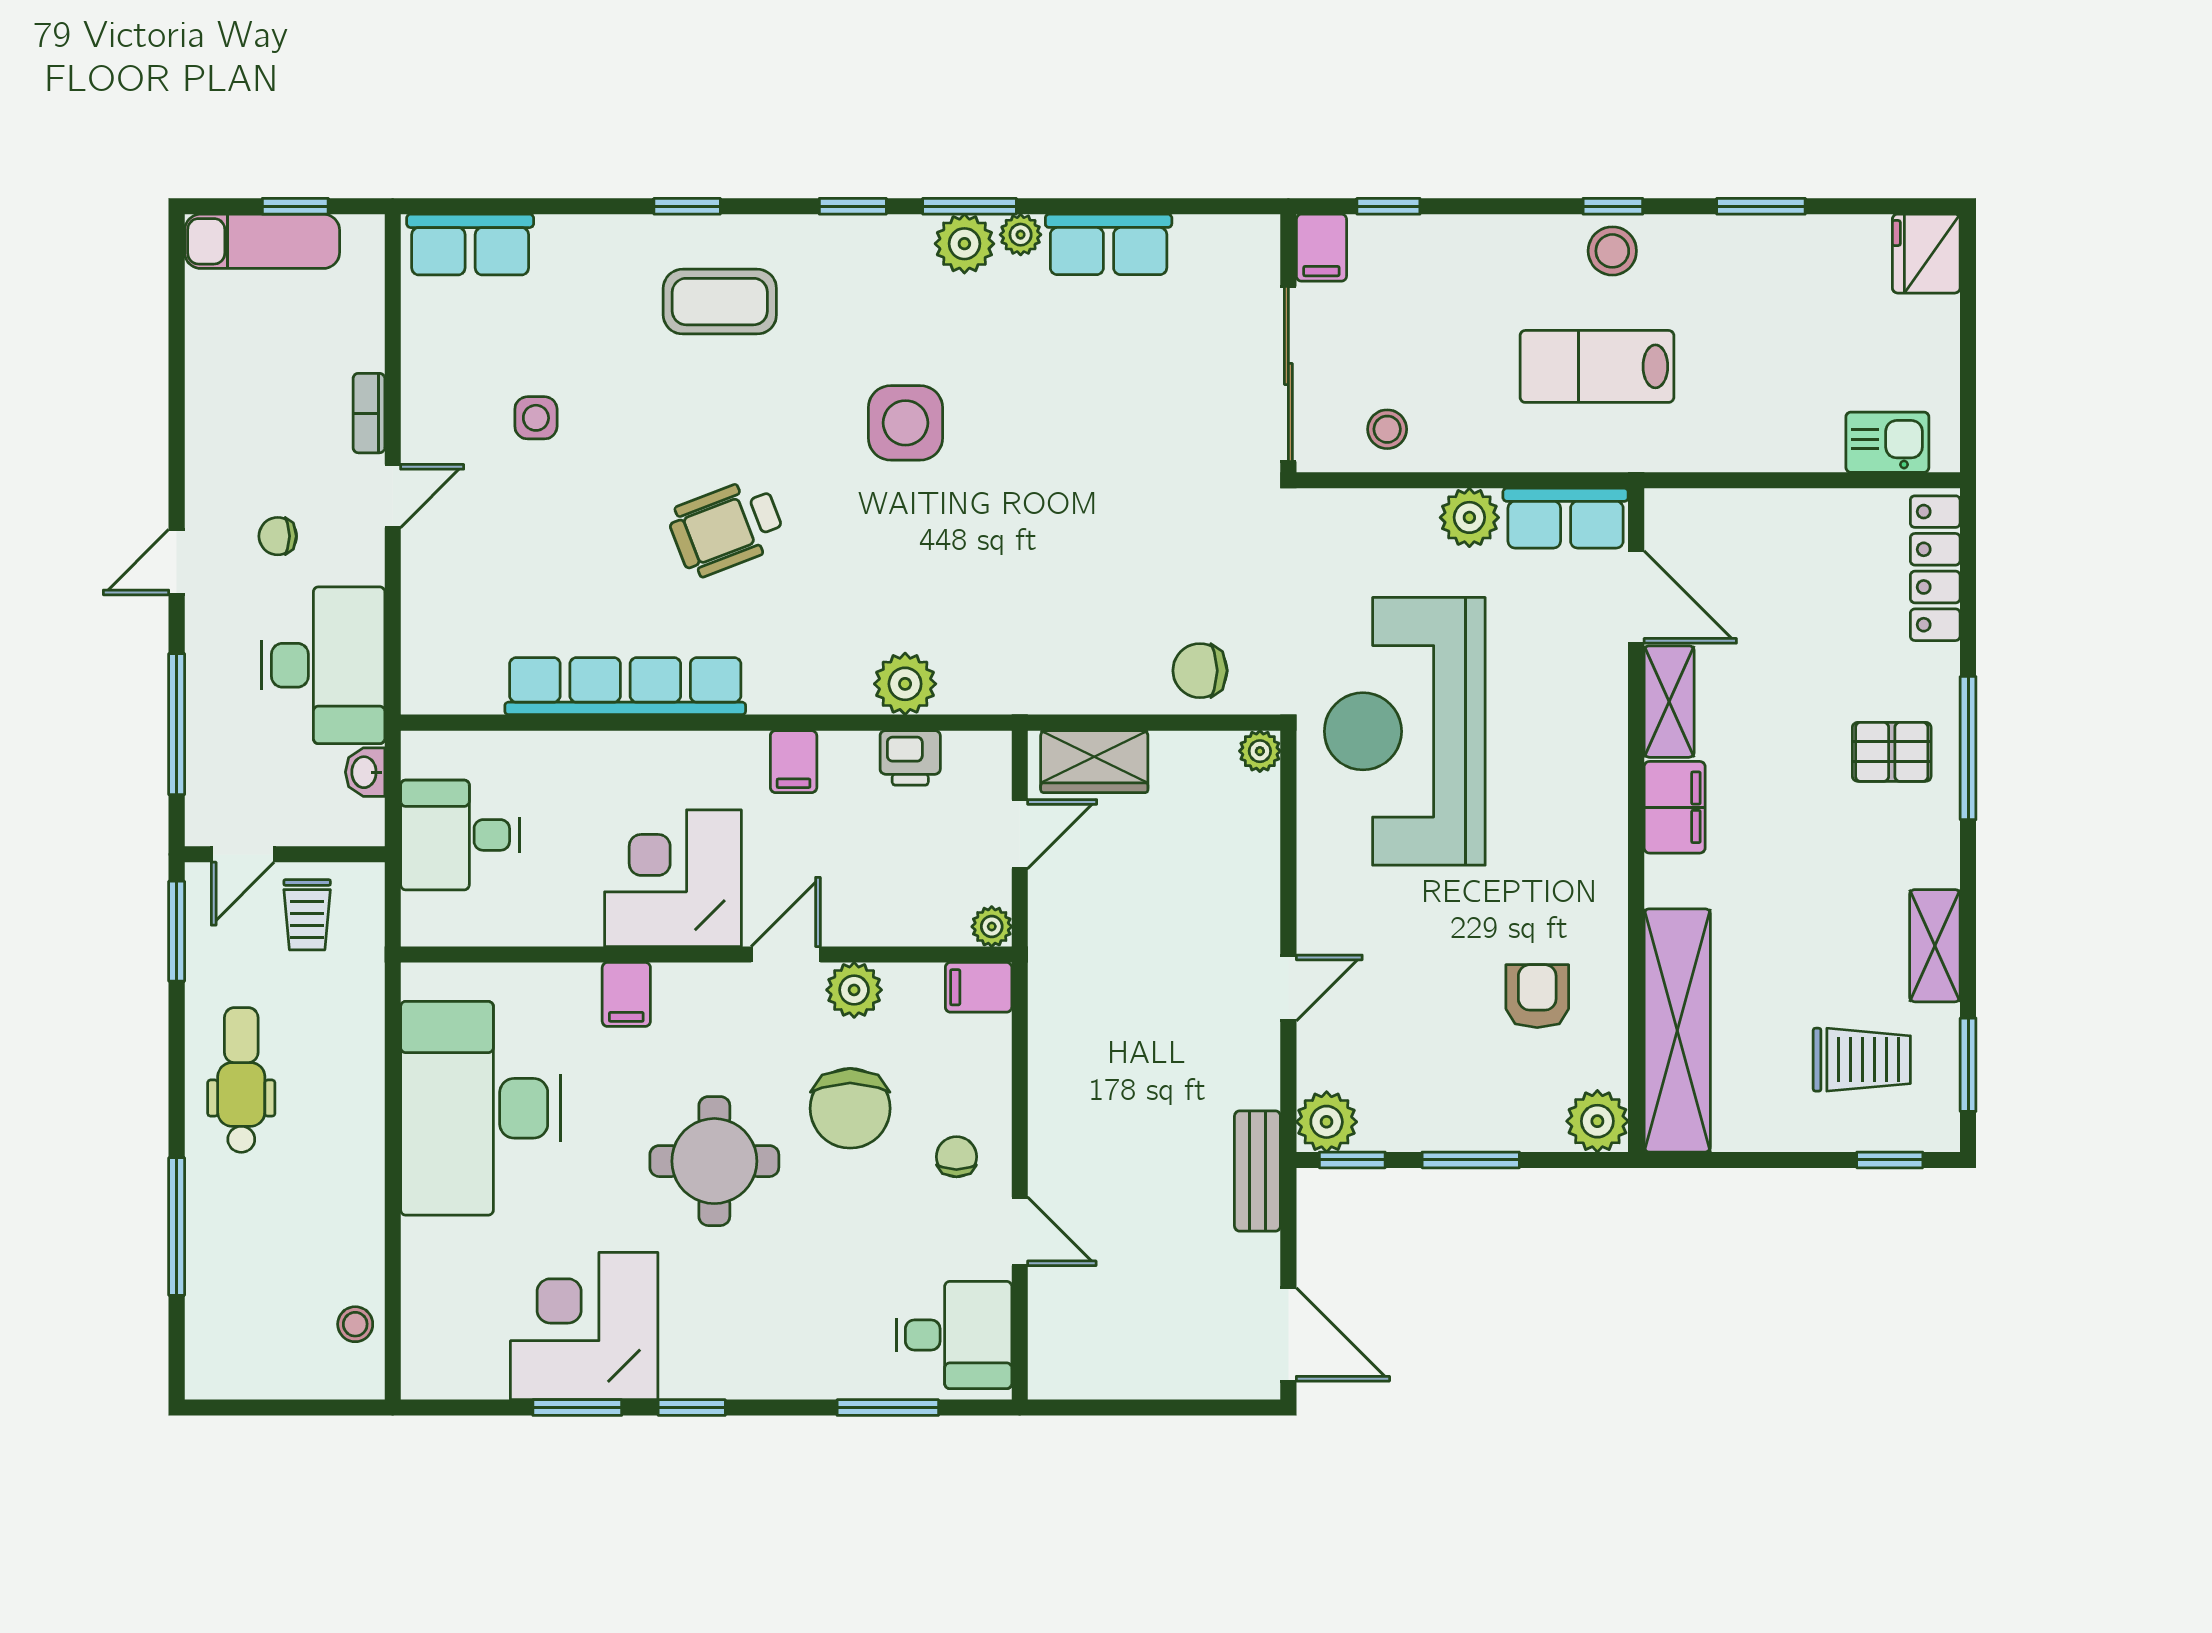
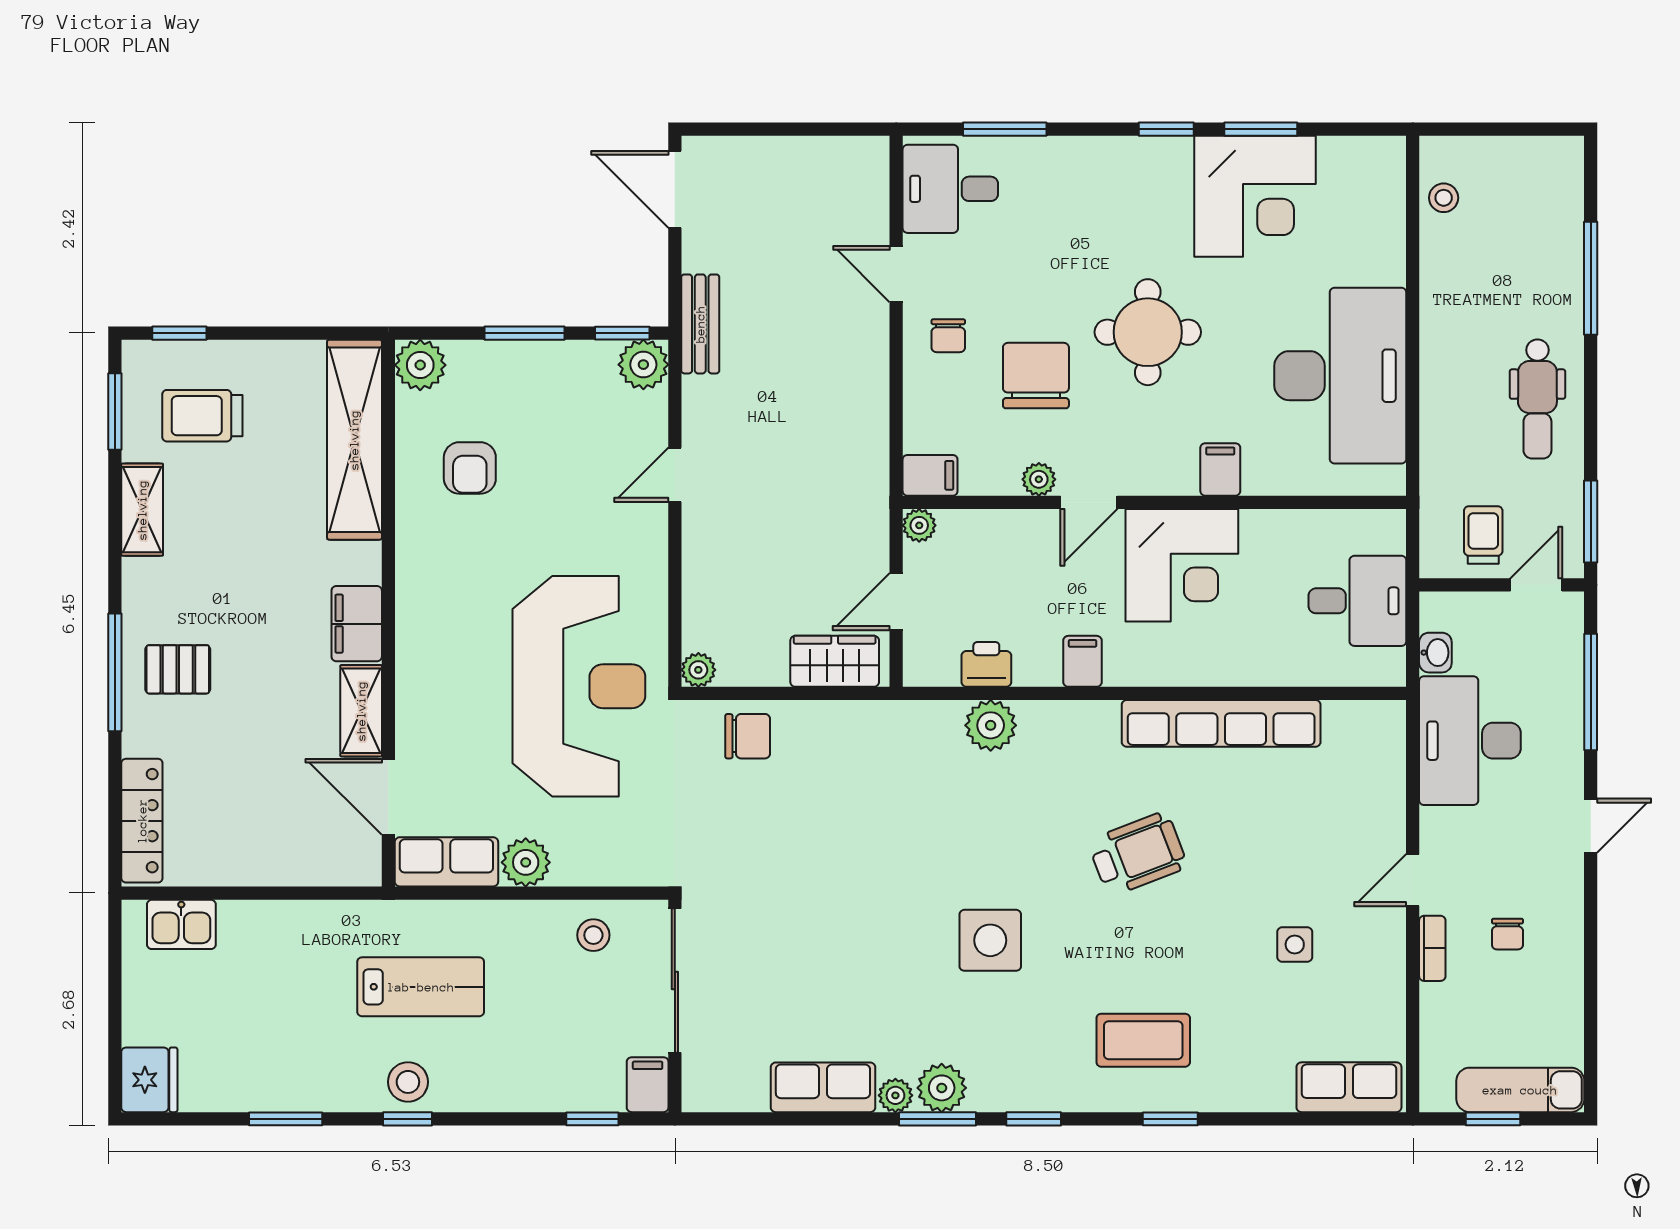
chair: (278, 536) -> (1507, 934), moved, turned 90
plant: (854, 990) -> (1039, 479), width x0.73, depth x0.73

